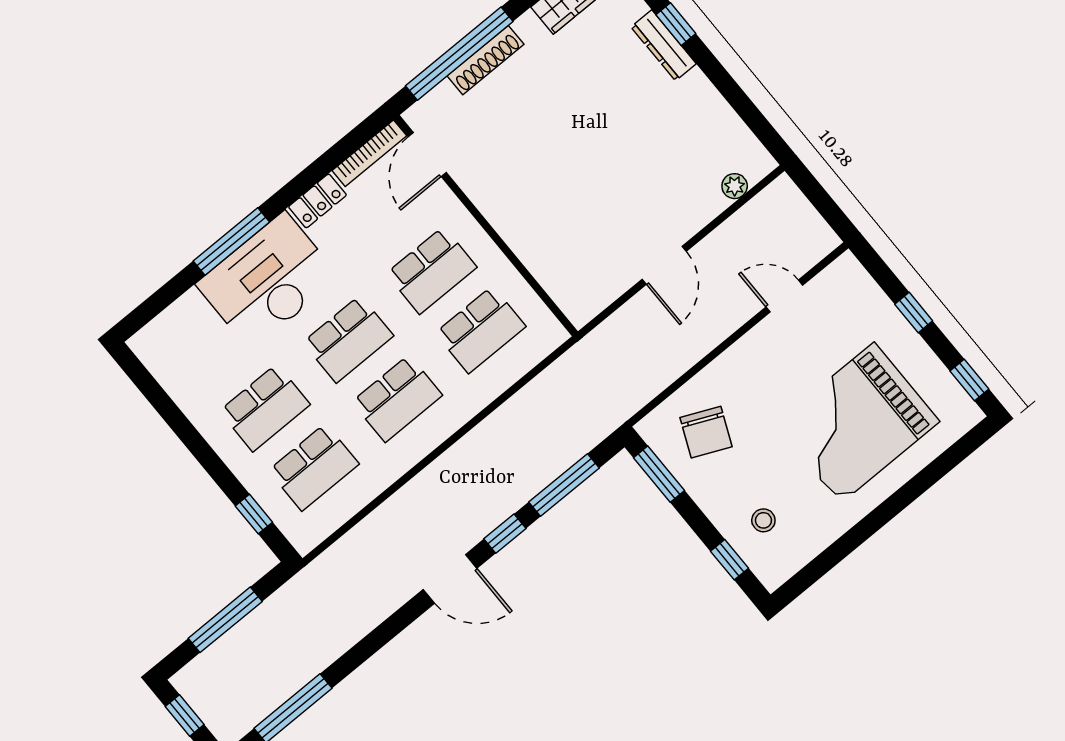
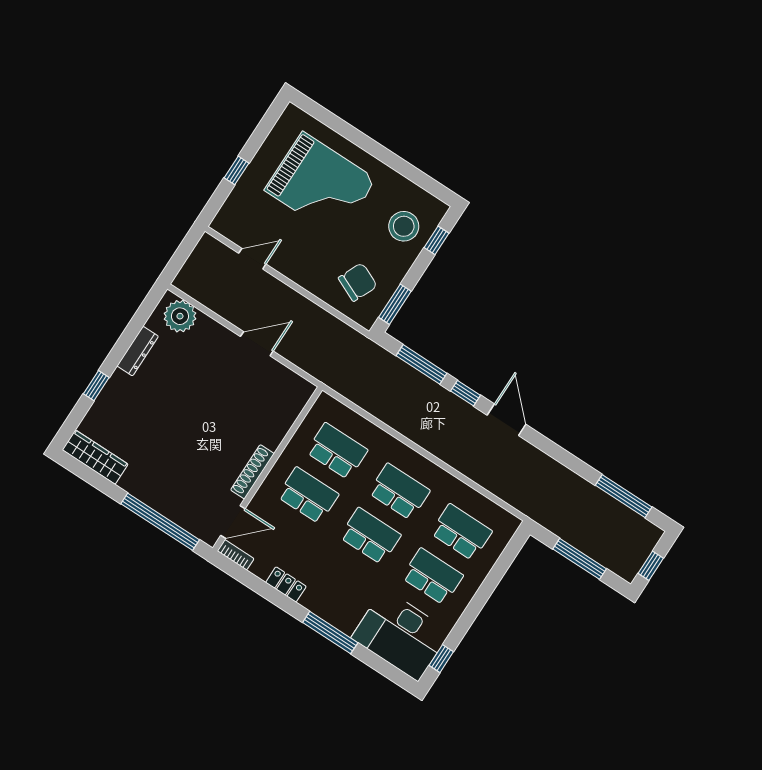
dresser: (664, 45) -> (138, 351), moved
shoe rack: (486, 60) -> (252, 472), moved, turned -90
bookcase: (369, 153) -> (236, 555), width x0.64
plant: (735, 186) -> (180, 316), width x1.88, depth x1.88
desk: (268, 281) -> (401, 635), moved
door: (784, 296) -> (252, 259), swing flipped
window: (969, 380) -> (269, 120), removed
window: (254, 514) -> (441, 659), moved
stool: (763, 520) -> (404, 226), width x1.89, depth x1.89

